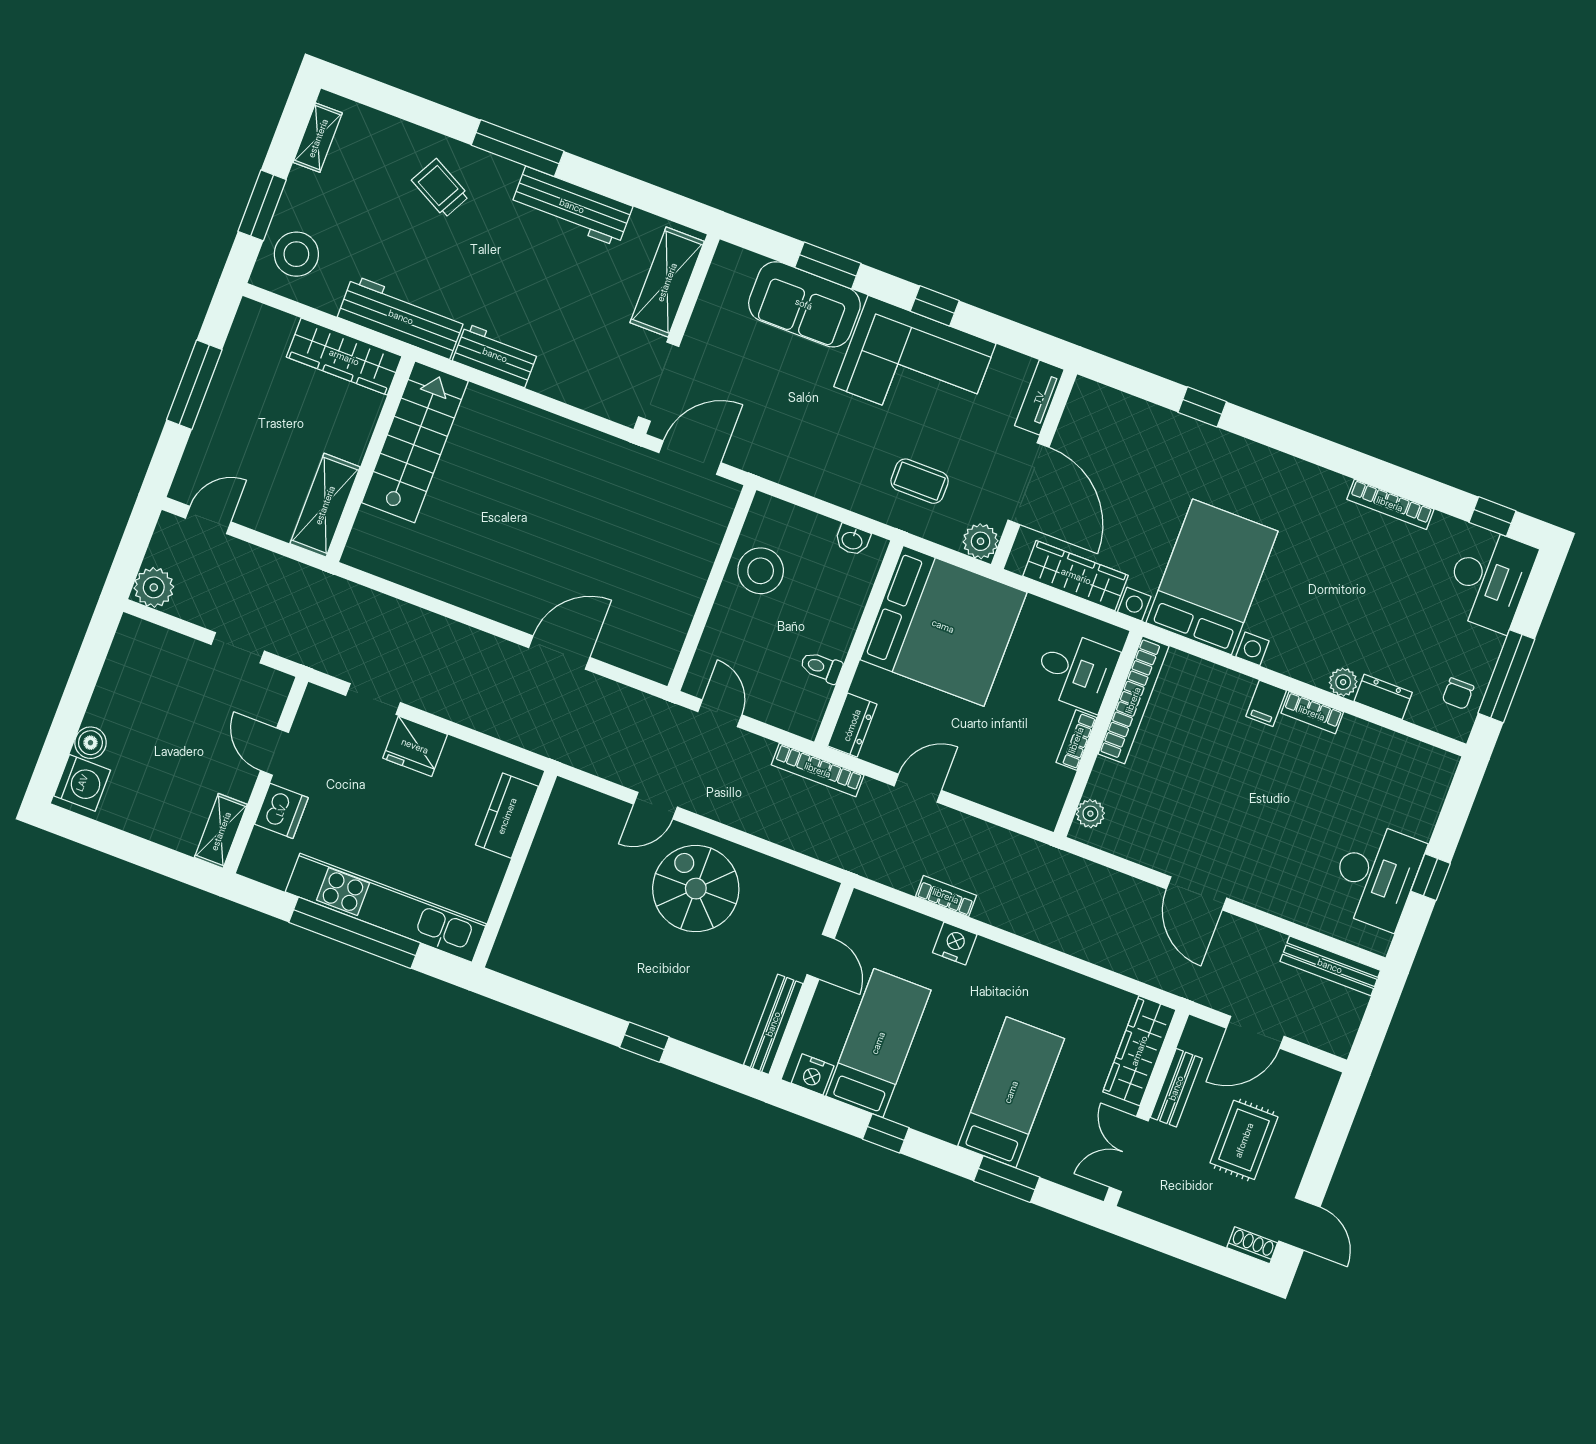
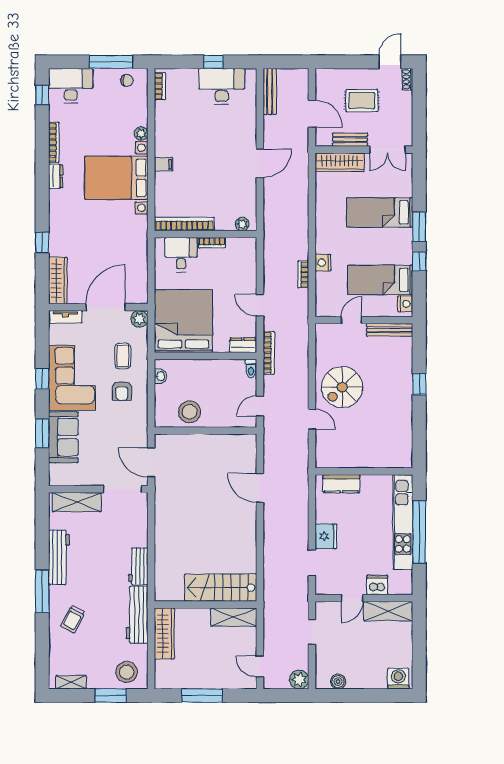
stairs: (415, 442) -> (221, 588), moved
armchair: (852, 453) -> (122, 391), added
wardrobe: (1076, 576) -> (58, 280), moved, turned 180
bed with nightstands: (1212, 577) -> (116, 178), moved
toilet: (821, 667) -> (251, 369), moved
dresser: (1383, 697) -> (56, 176), moved, turned 180
bookcase: (1312, 713) -> (160, 86), moved
boiler: (90, 743) -> (338, 682), moved
shelving: (221, 831) -> (388, 611), width x1.50, depth x1.33
window: (1007, 1179) -> (419, 227), moved

